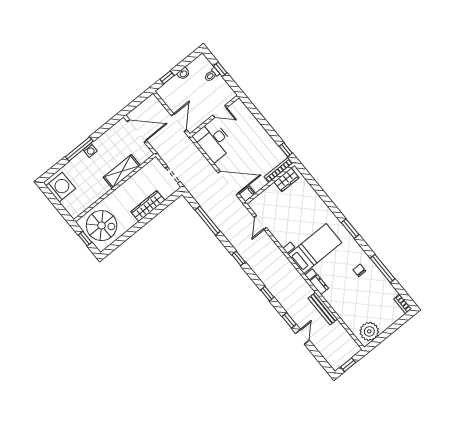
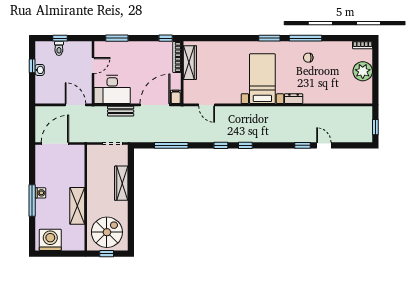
window: (167, 77) -> (32, 66), moved
window: (256, 113) -> (117, 38), added
shelving: (122, 171) -> (77, 206), moved
wardrobe: (286, 180) -> (190, 63), width x1.50
window: (383, 268) -> (305, 38), moved
window: (267, 294) -> (245, 145), moved
bench: (323, 309) -> (121, 111), moved, width x0.73
plant: (369, 331) -> (363, 71), moved

